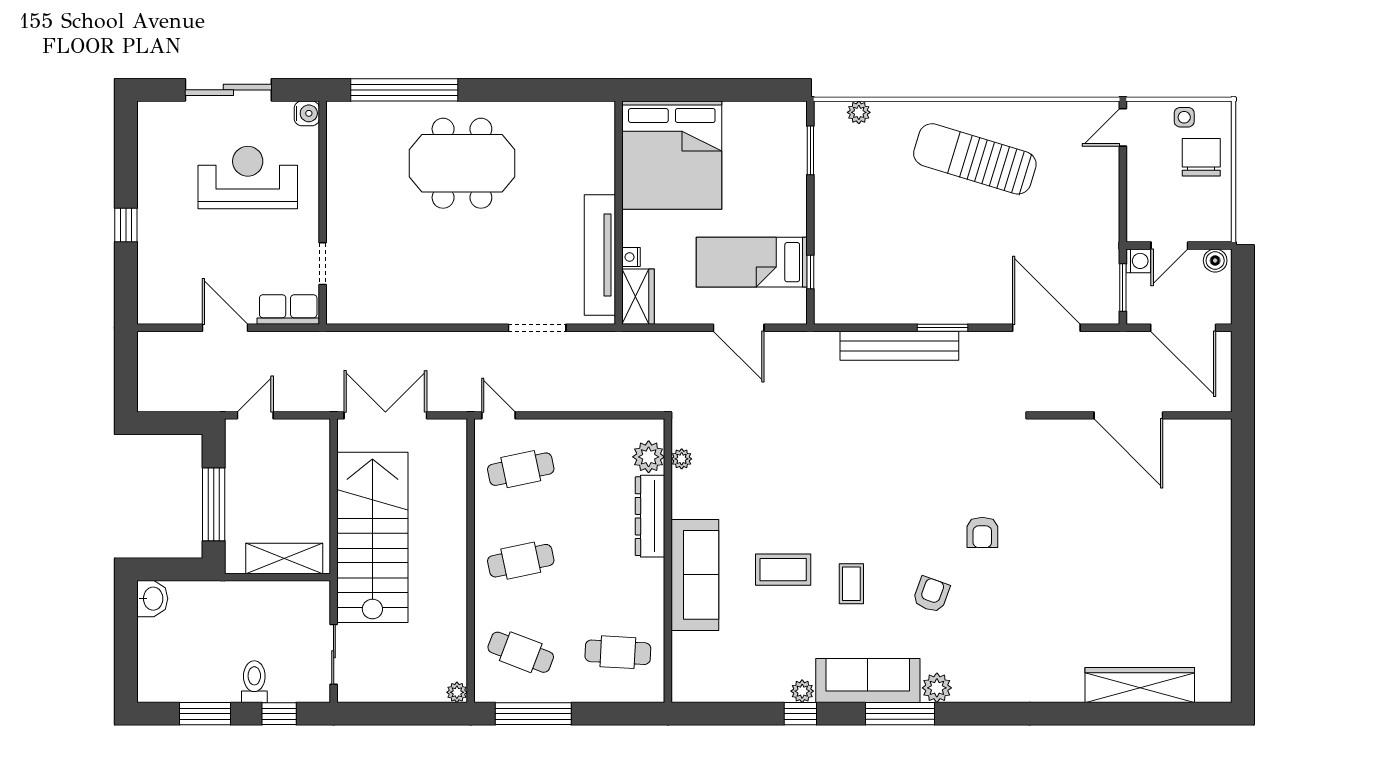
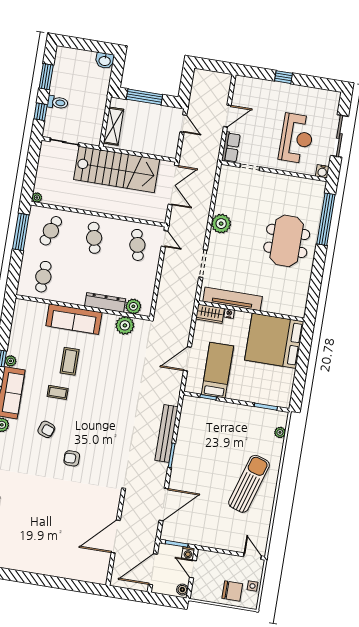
plant: (449, 304) -> (221, 224), added
door: (498, 415) -> (165, 239), hinge flipped
plant: (682, 459) -> (125, 325), width x1.87, depth x1.87

